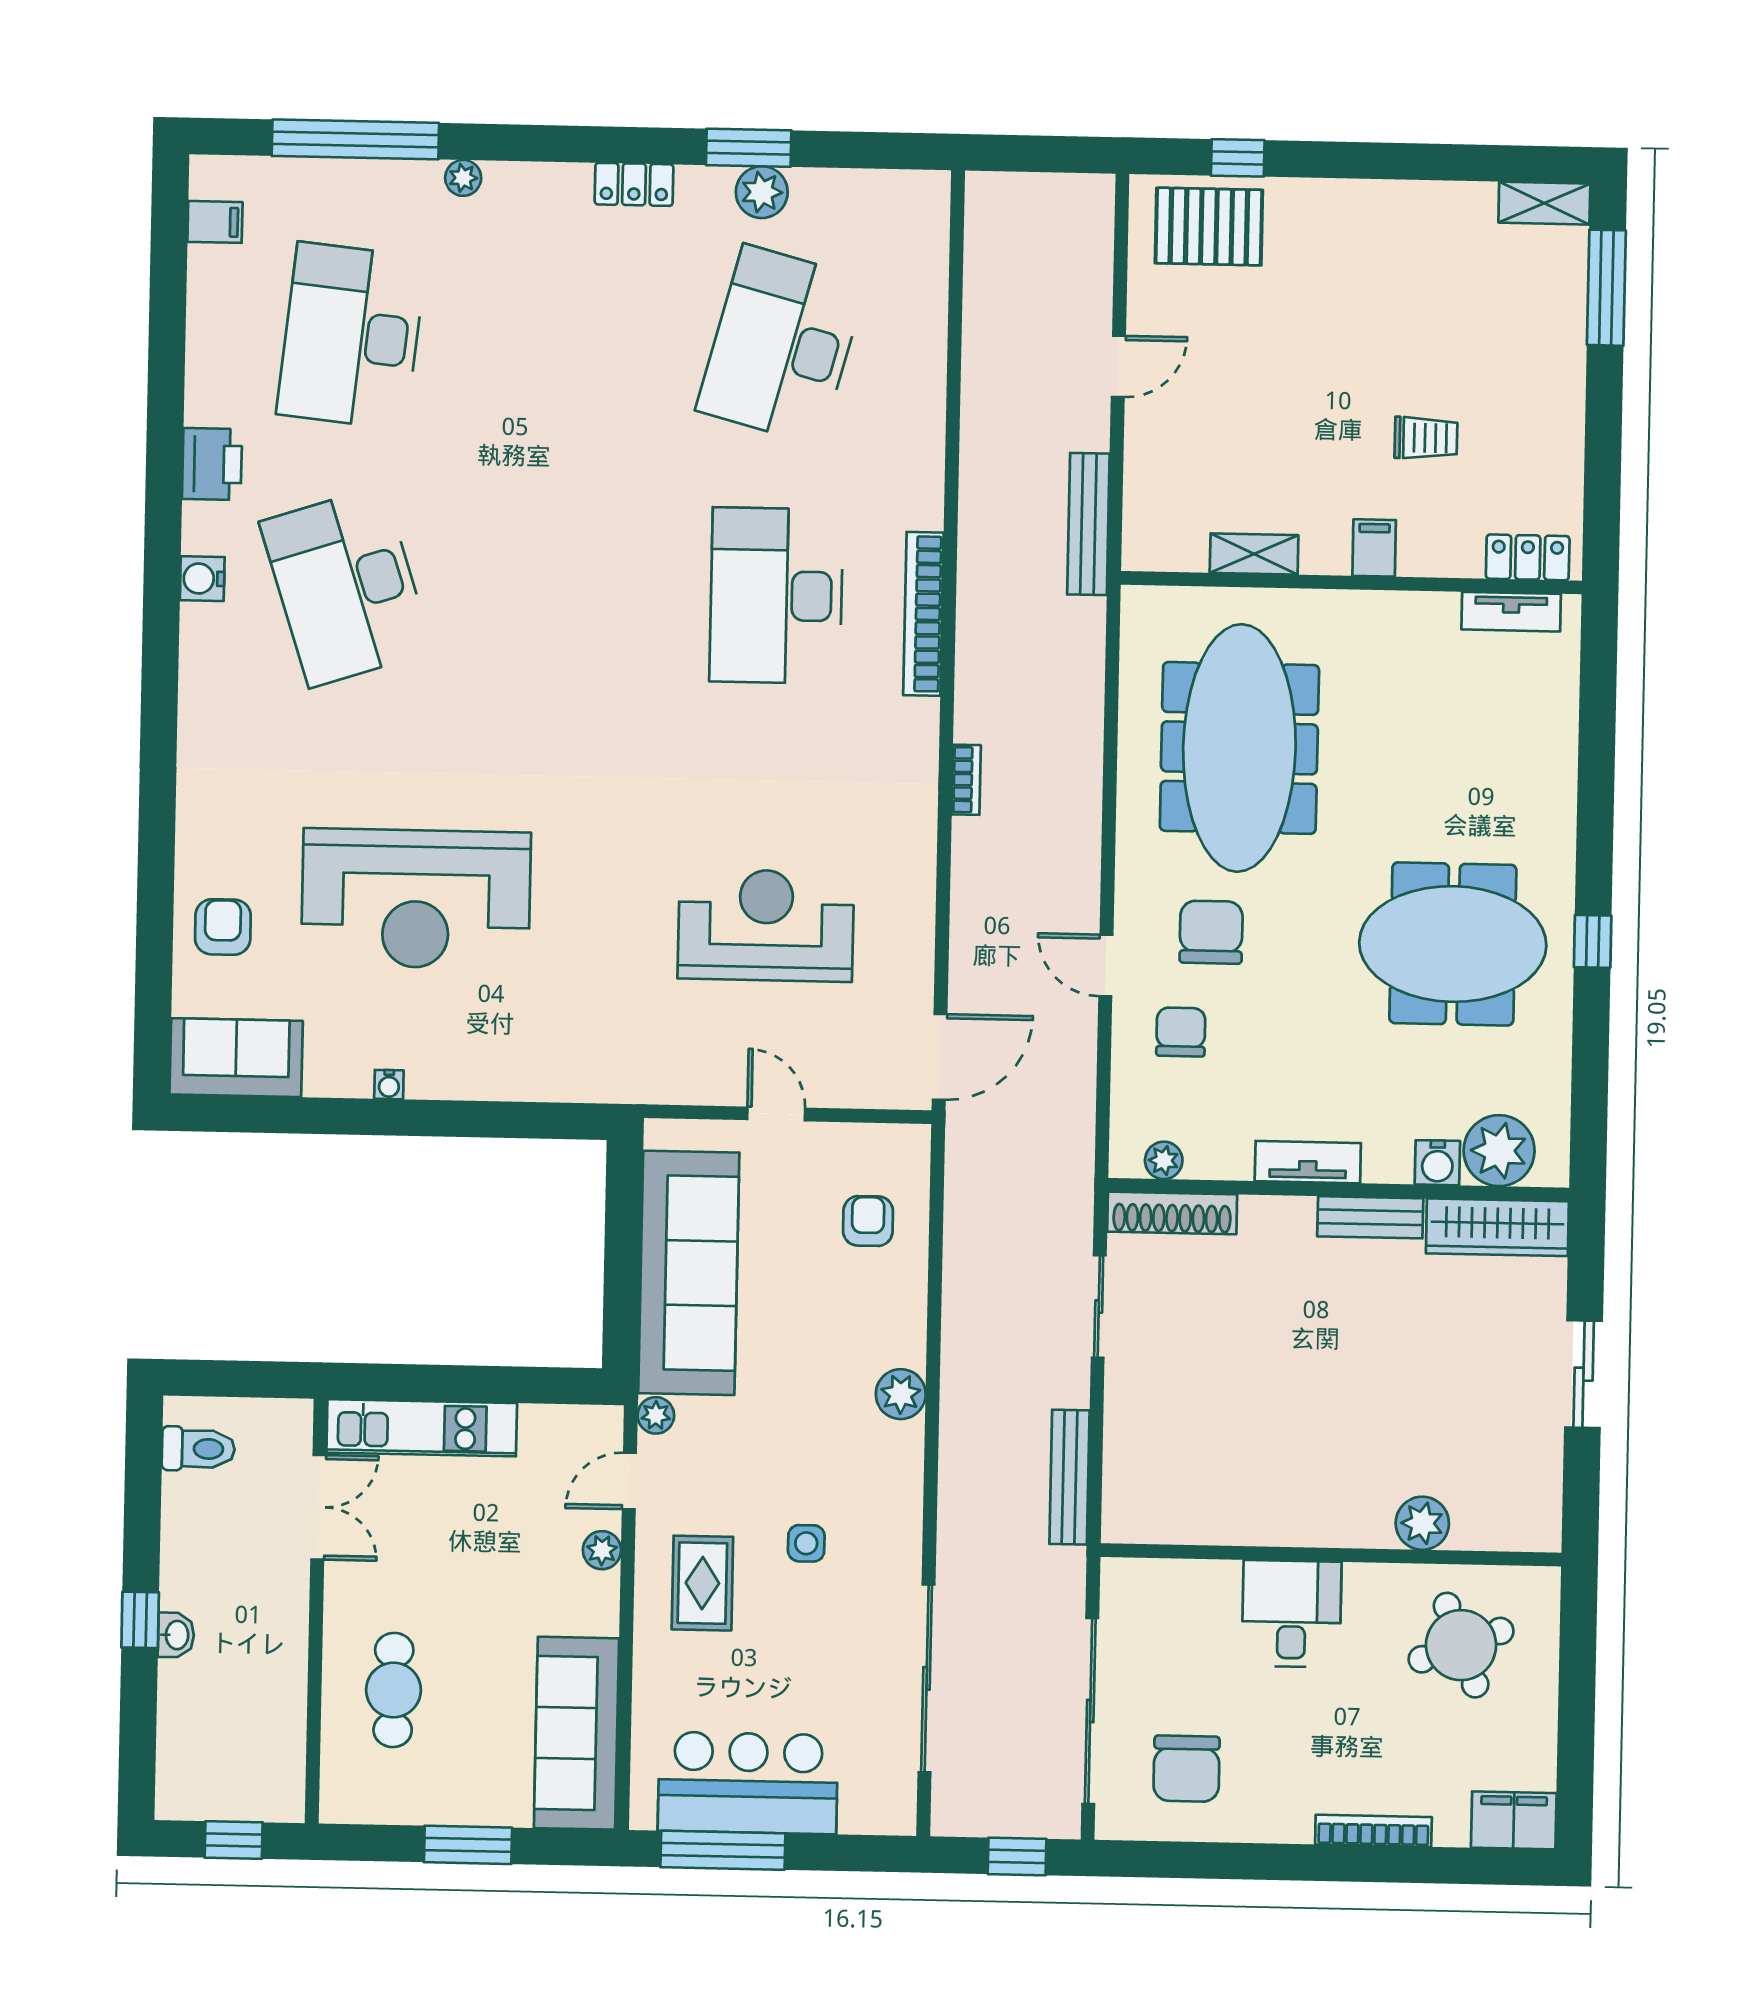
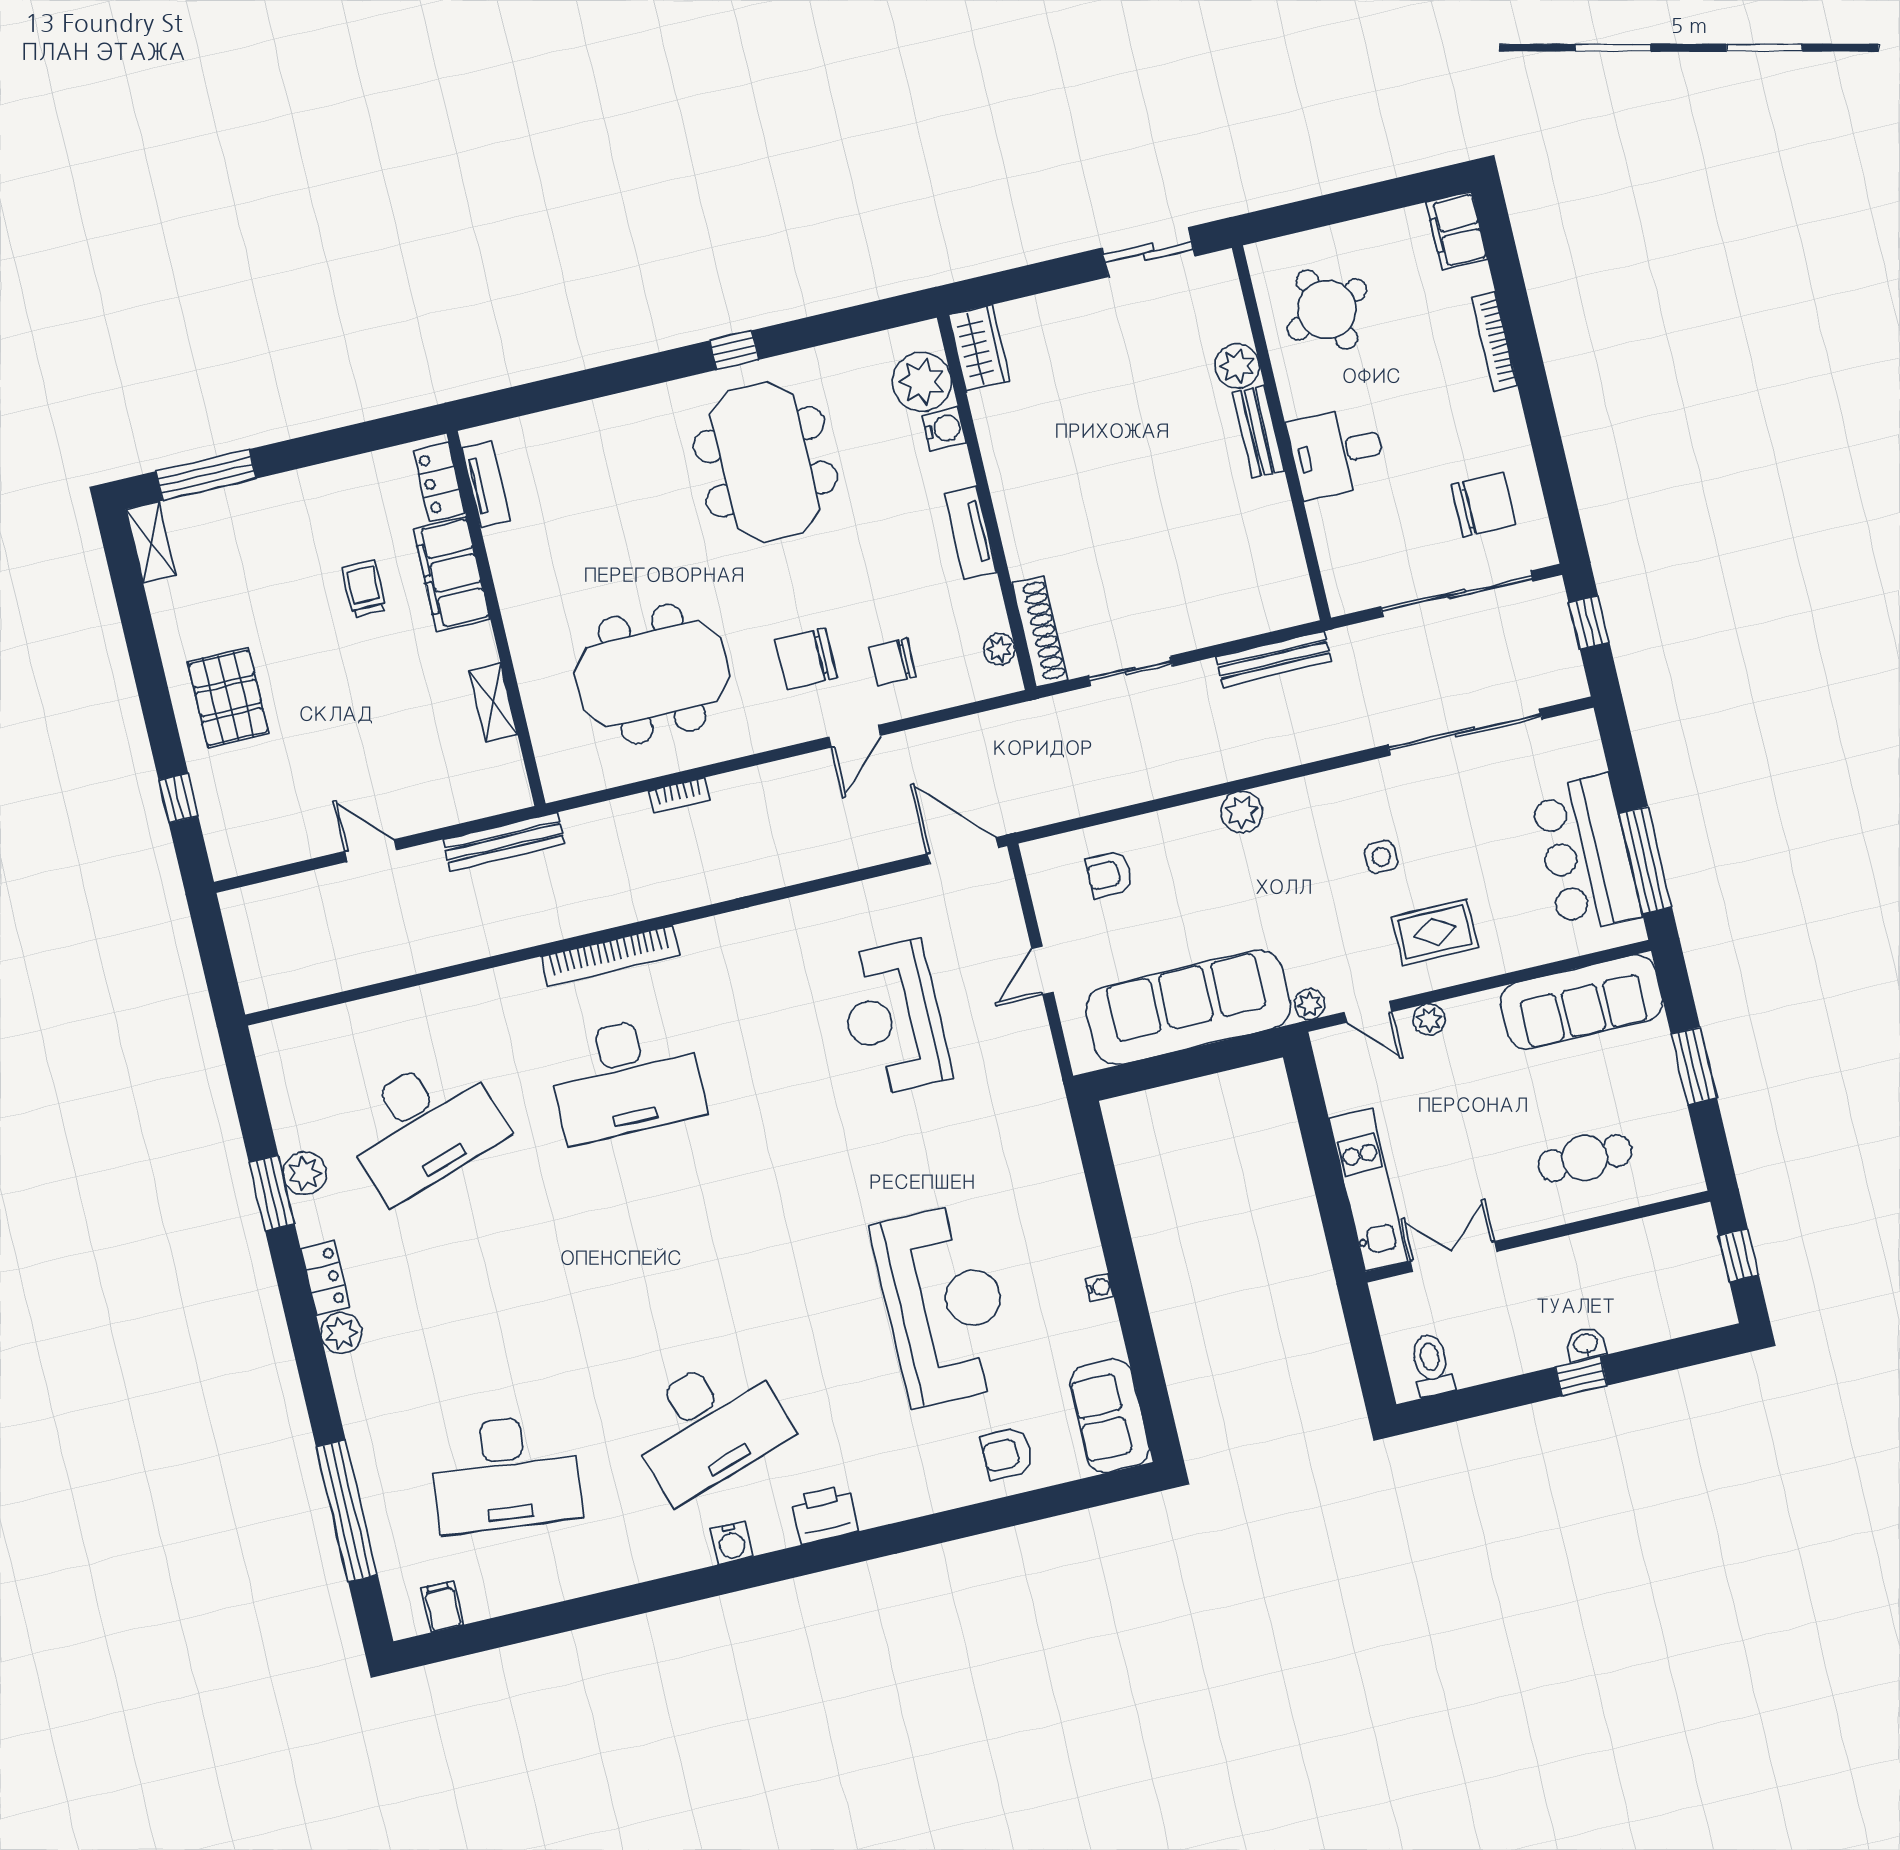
plant: (463, 178) -> (341, 1333), moved, width x1.38, depth x1.38
pallet: (1209, 227) -> (228, 698), moved
desk: (782, 345) -> (423, 1126), turned -33
printer: (212, 464) -> (825, 1514), moved
filing cabinet: (1374, 548) -> (451, 574), width x3.00, depth x1.17
meeting table: (1239, 748) -> (652, 674), width x0.73
bookcase: (966, 780) -> (679, 795), moved, turned 180
bench: (1370, 1217) -> (1258, 432), moved
wardrobe: (1497, 1227) -> (979, 348), width x0.67
sliding door: (1584, 1374) -> (1148, 252), moved

